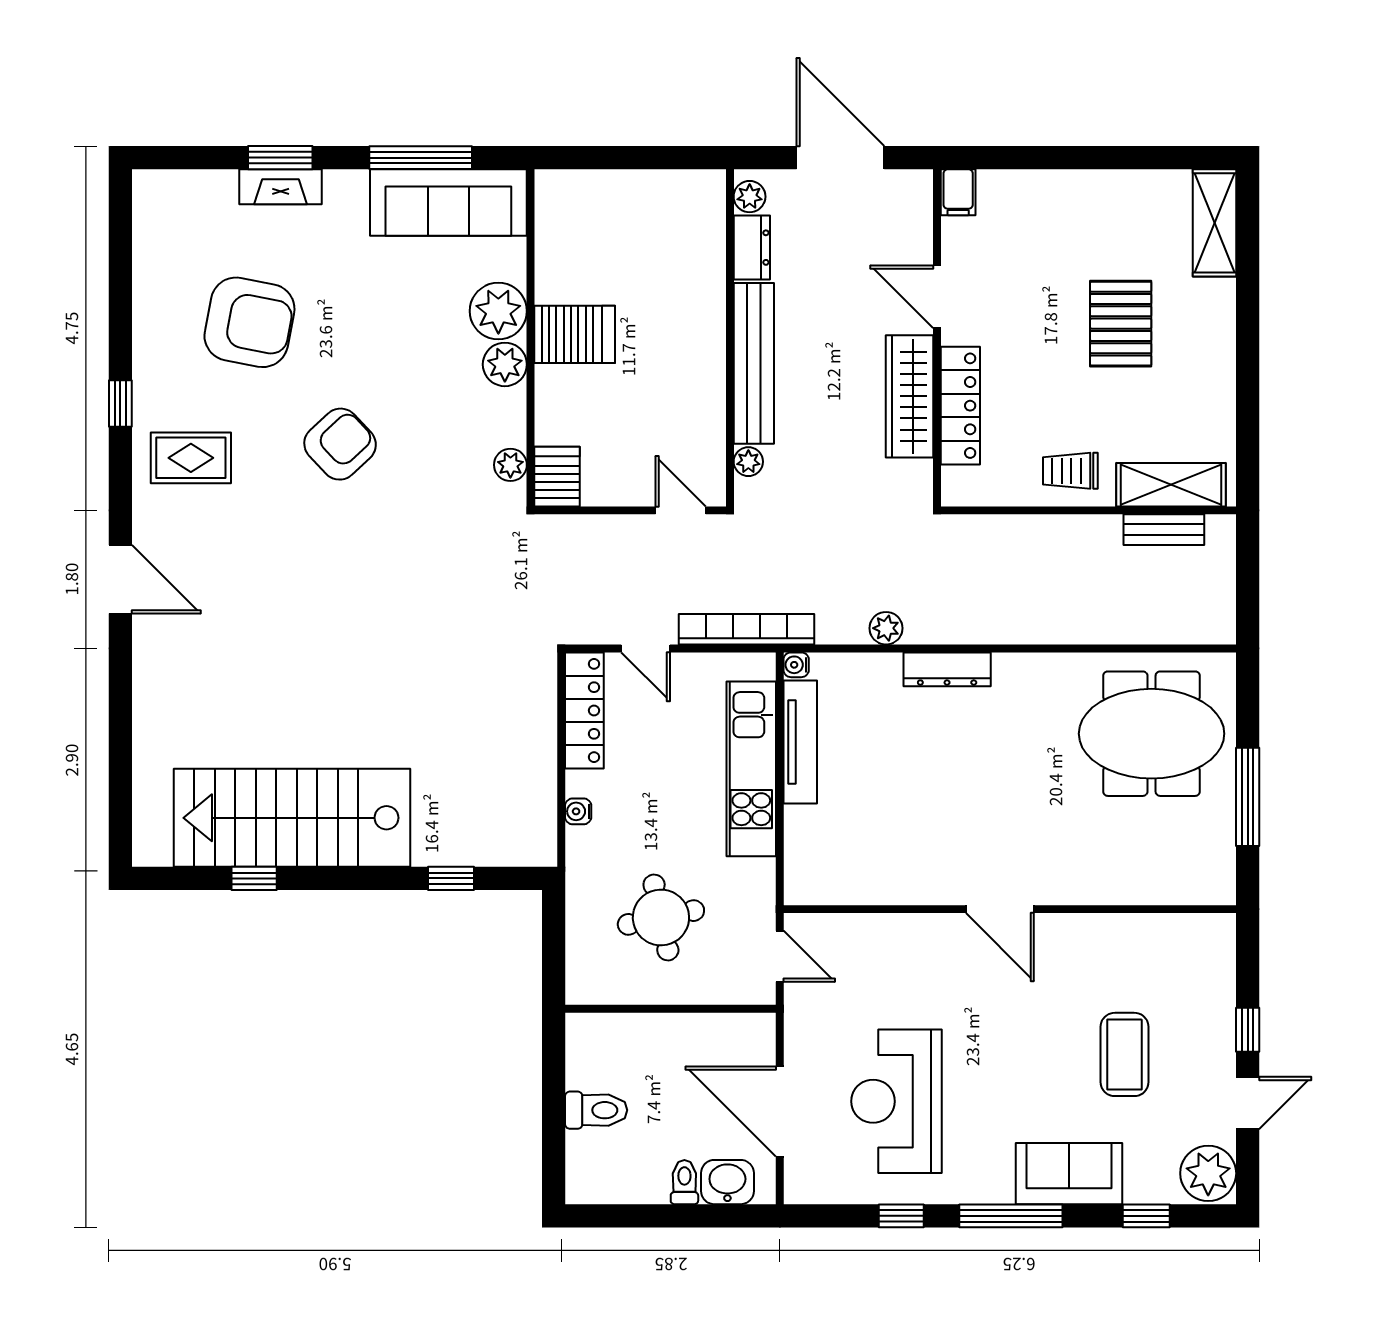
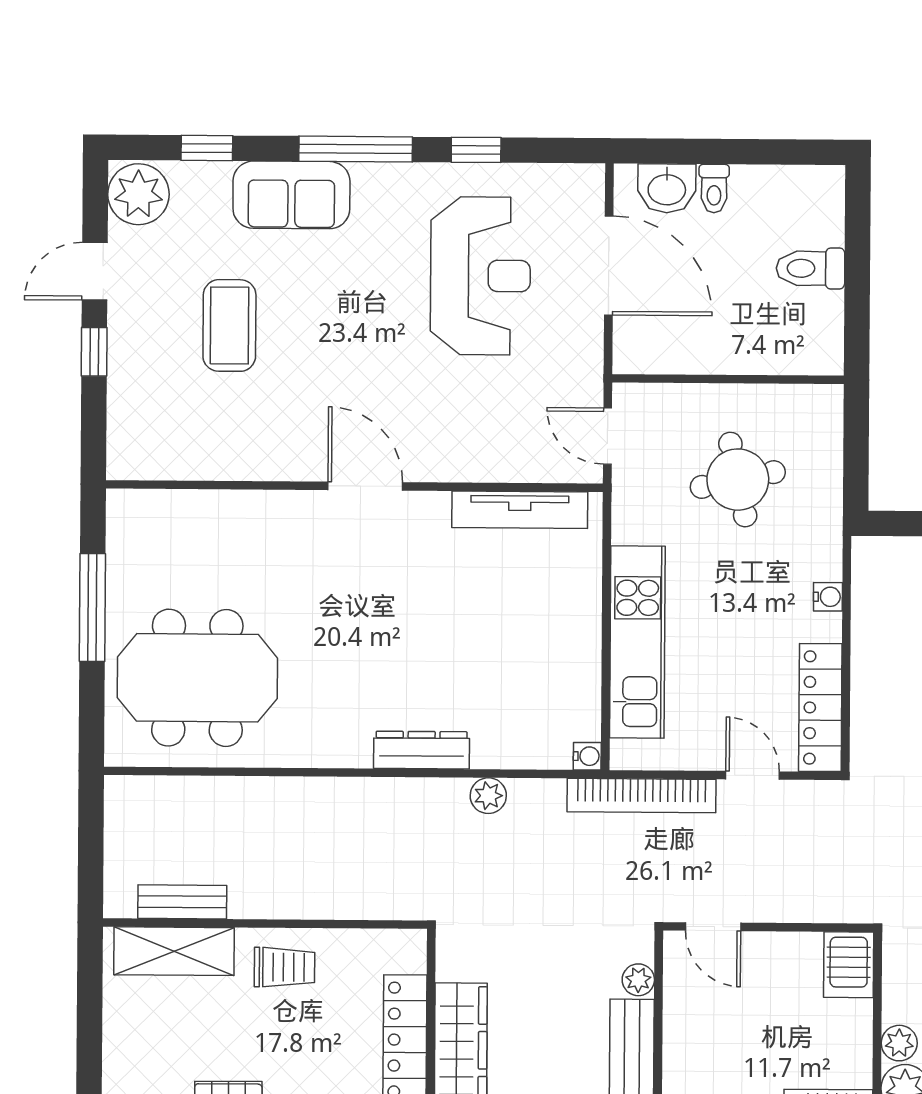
plant: (510, 465) -> (899, 1043), moved
tv unit: (800, 742) -> (520, 510), moved, turned -90

